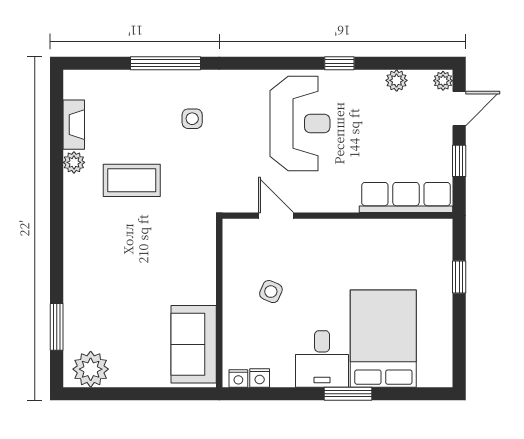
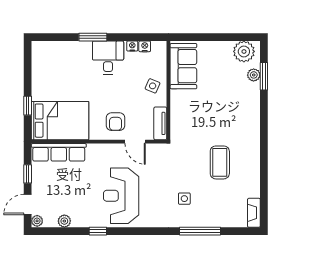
fireplace: (74, 125) -> (254, 213), moved
plant: (74, 162) -> (254, 75), moved
coffee table: (132, 180) -> (220, 162), turned 90
tv unit: (233, 247) -> (160, 123), added
armchair: (309, 250) -> (115, 122), added
side table: (271, 292) -> (153, 86), moved
bed: (383, 339) -> (60, 121), moved, turned -90
nightstand: (238, 378) -> (132, 46), moved

